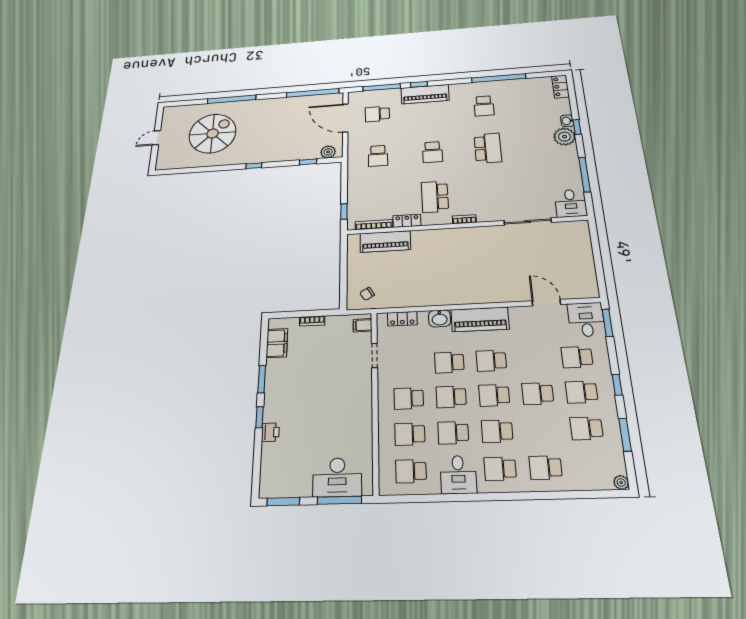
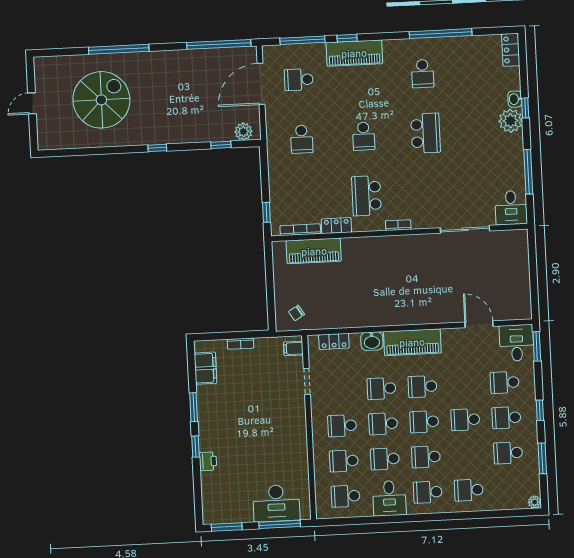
door: (345, 118) -> (261, 84), hinge flipped

